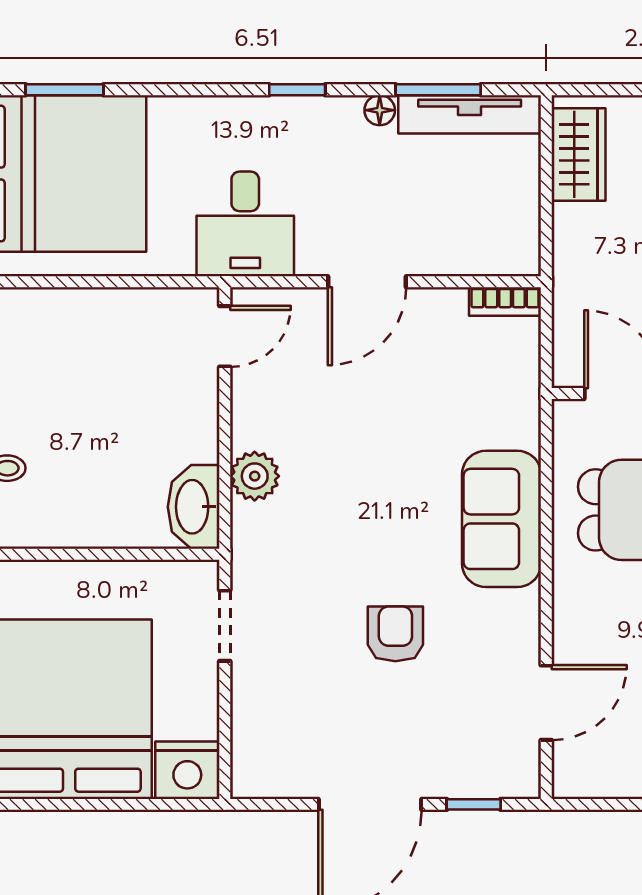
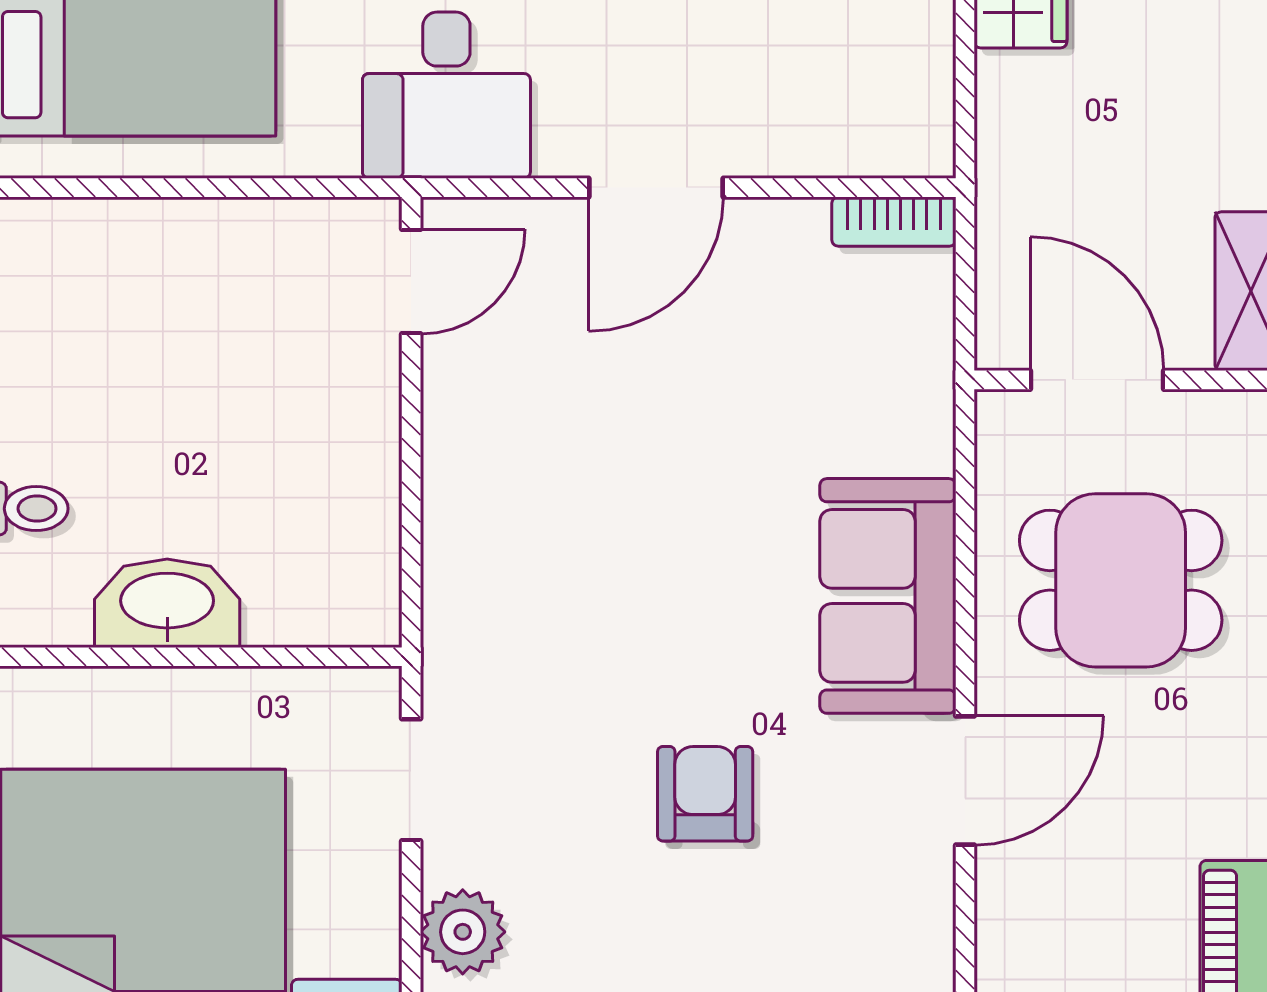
plant: (255, 476) -> (463, 932), moved
washbasin: (194, 507) -> (167, 603), moved, turned 90
door: (546, 703) -> (965, 781), moved

